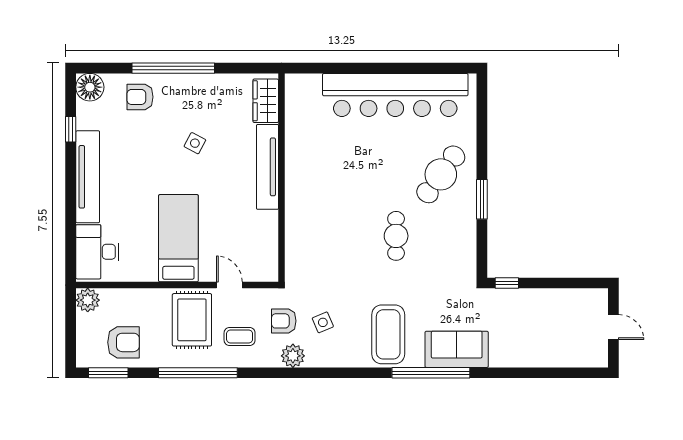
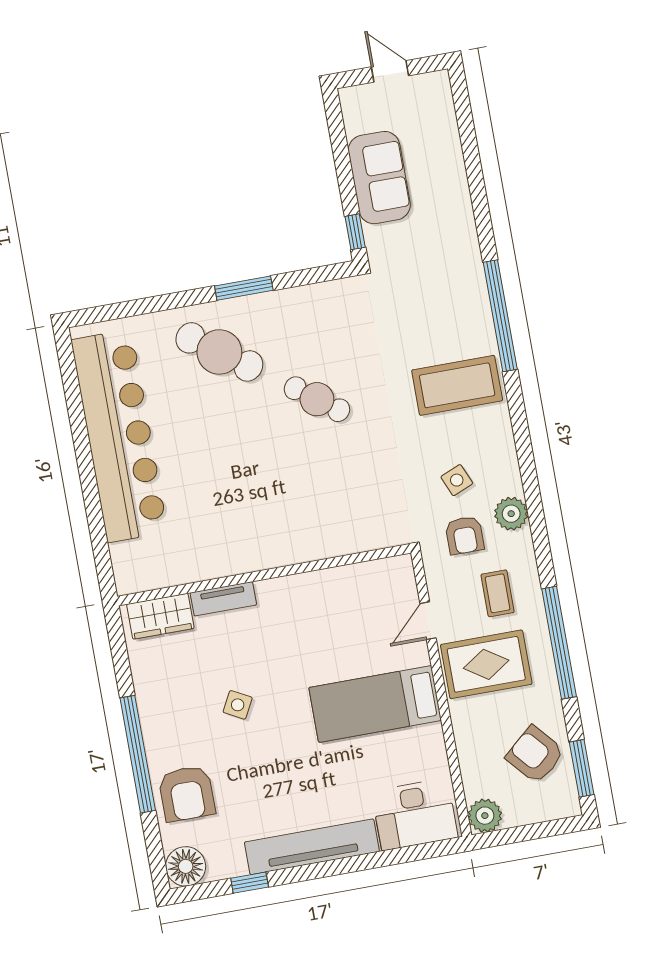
armchair: (140, 97) -> (187, 794), width x1.38, depth x1.38
tv unit: (267, 167) -> (223, 599), width x0.52, depth x0.78
cafe table: (396, 236) -> (317, 399), turned 37
door: (613, 327) -> (390, 71), hinge flipped
armchair: (123, 342) -> (535, 755), turned -41
sofa: (457, 349) -> (379, 178), moved, turned 180

